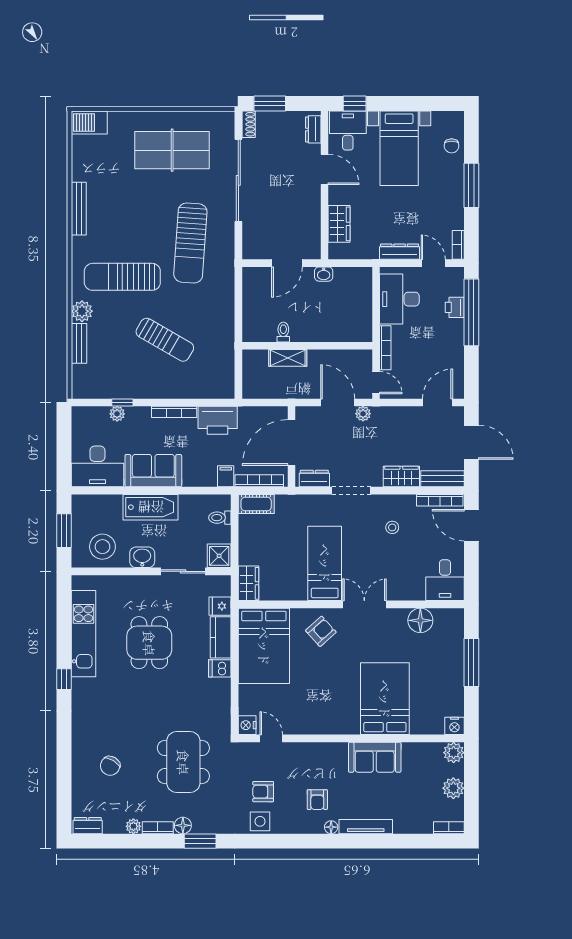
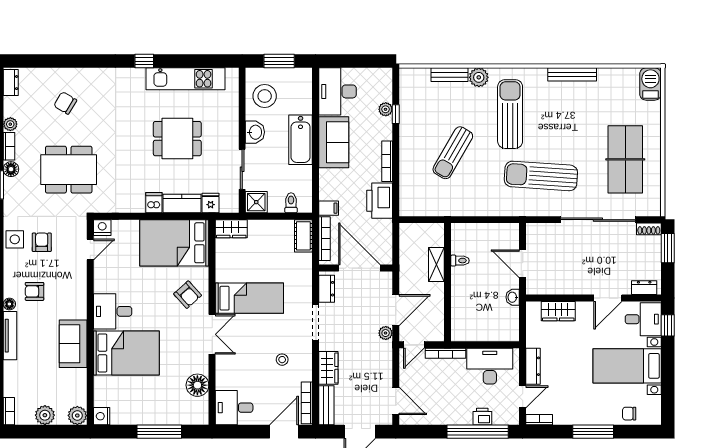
desk: (339, 714) -> (113, 311), added

